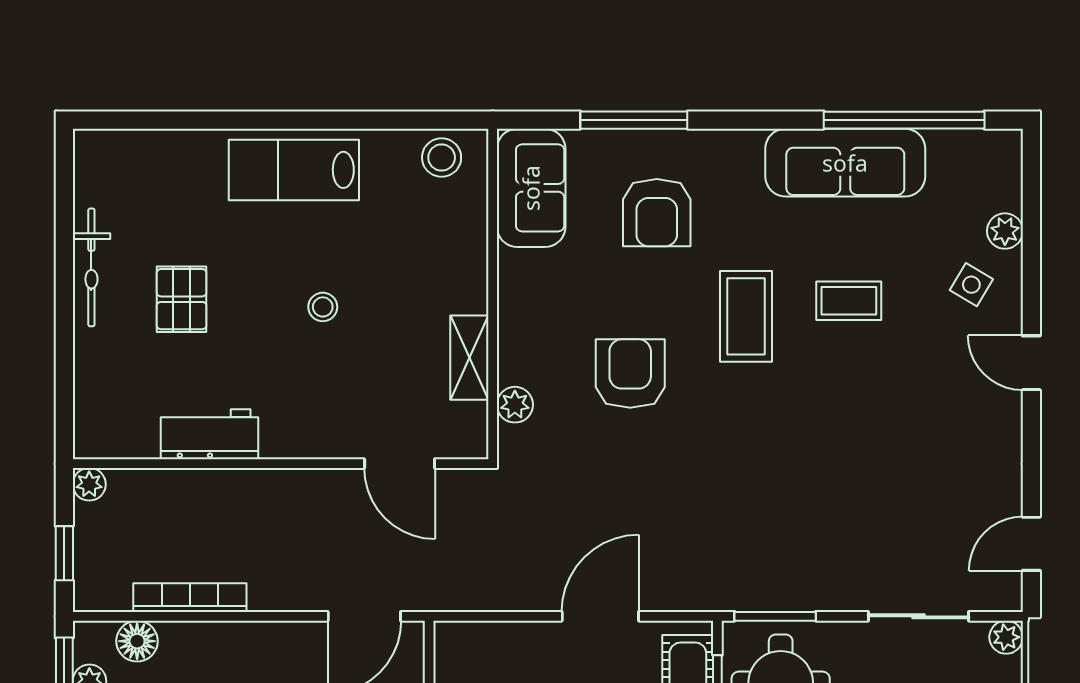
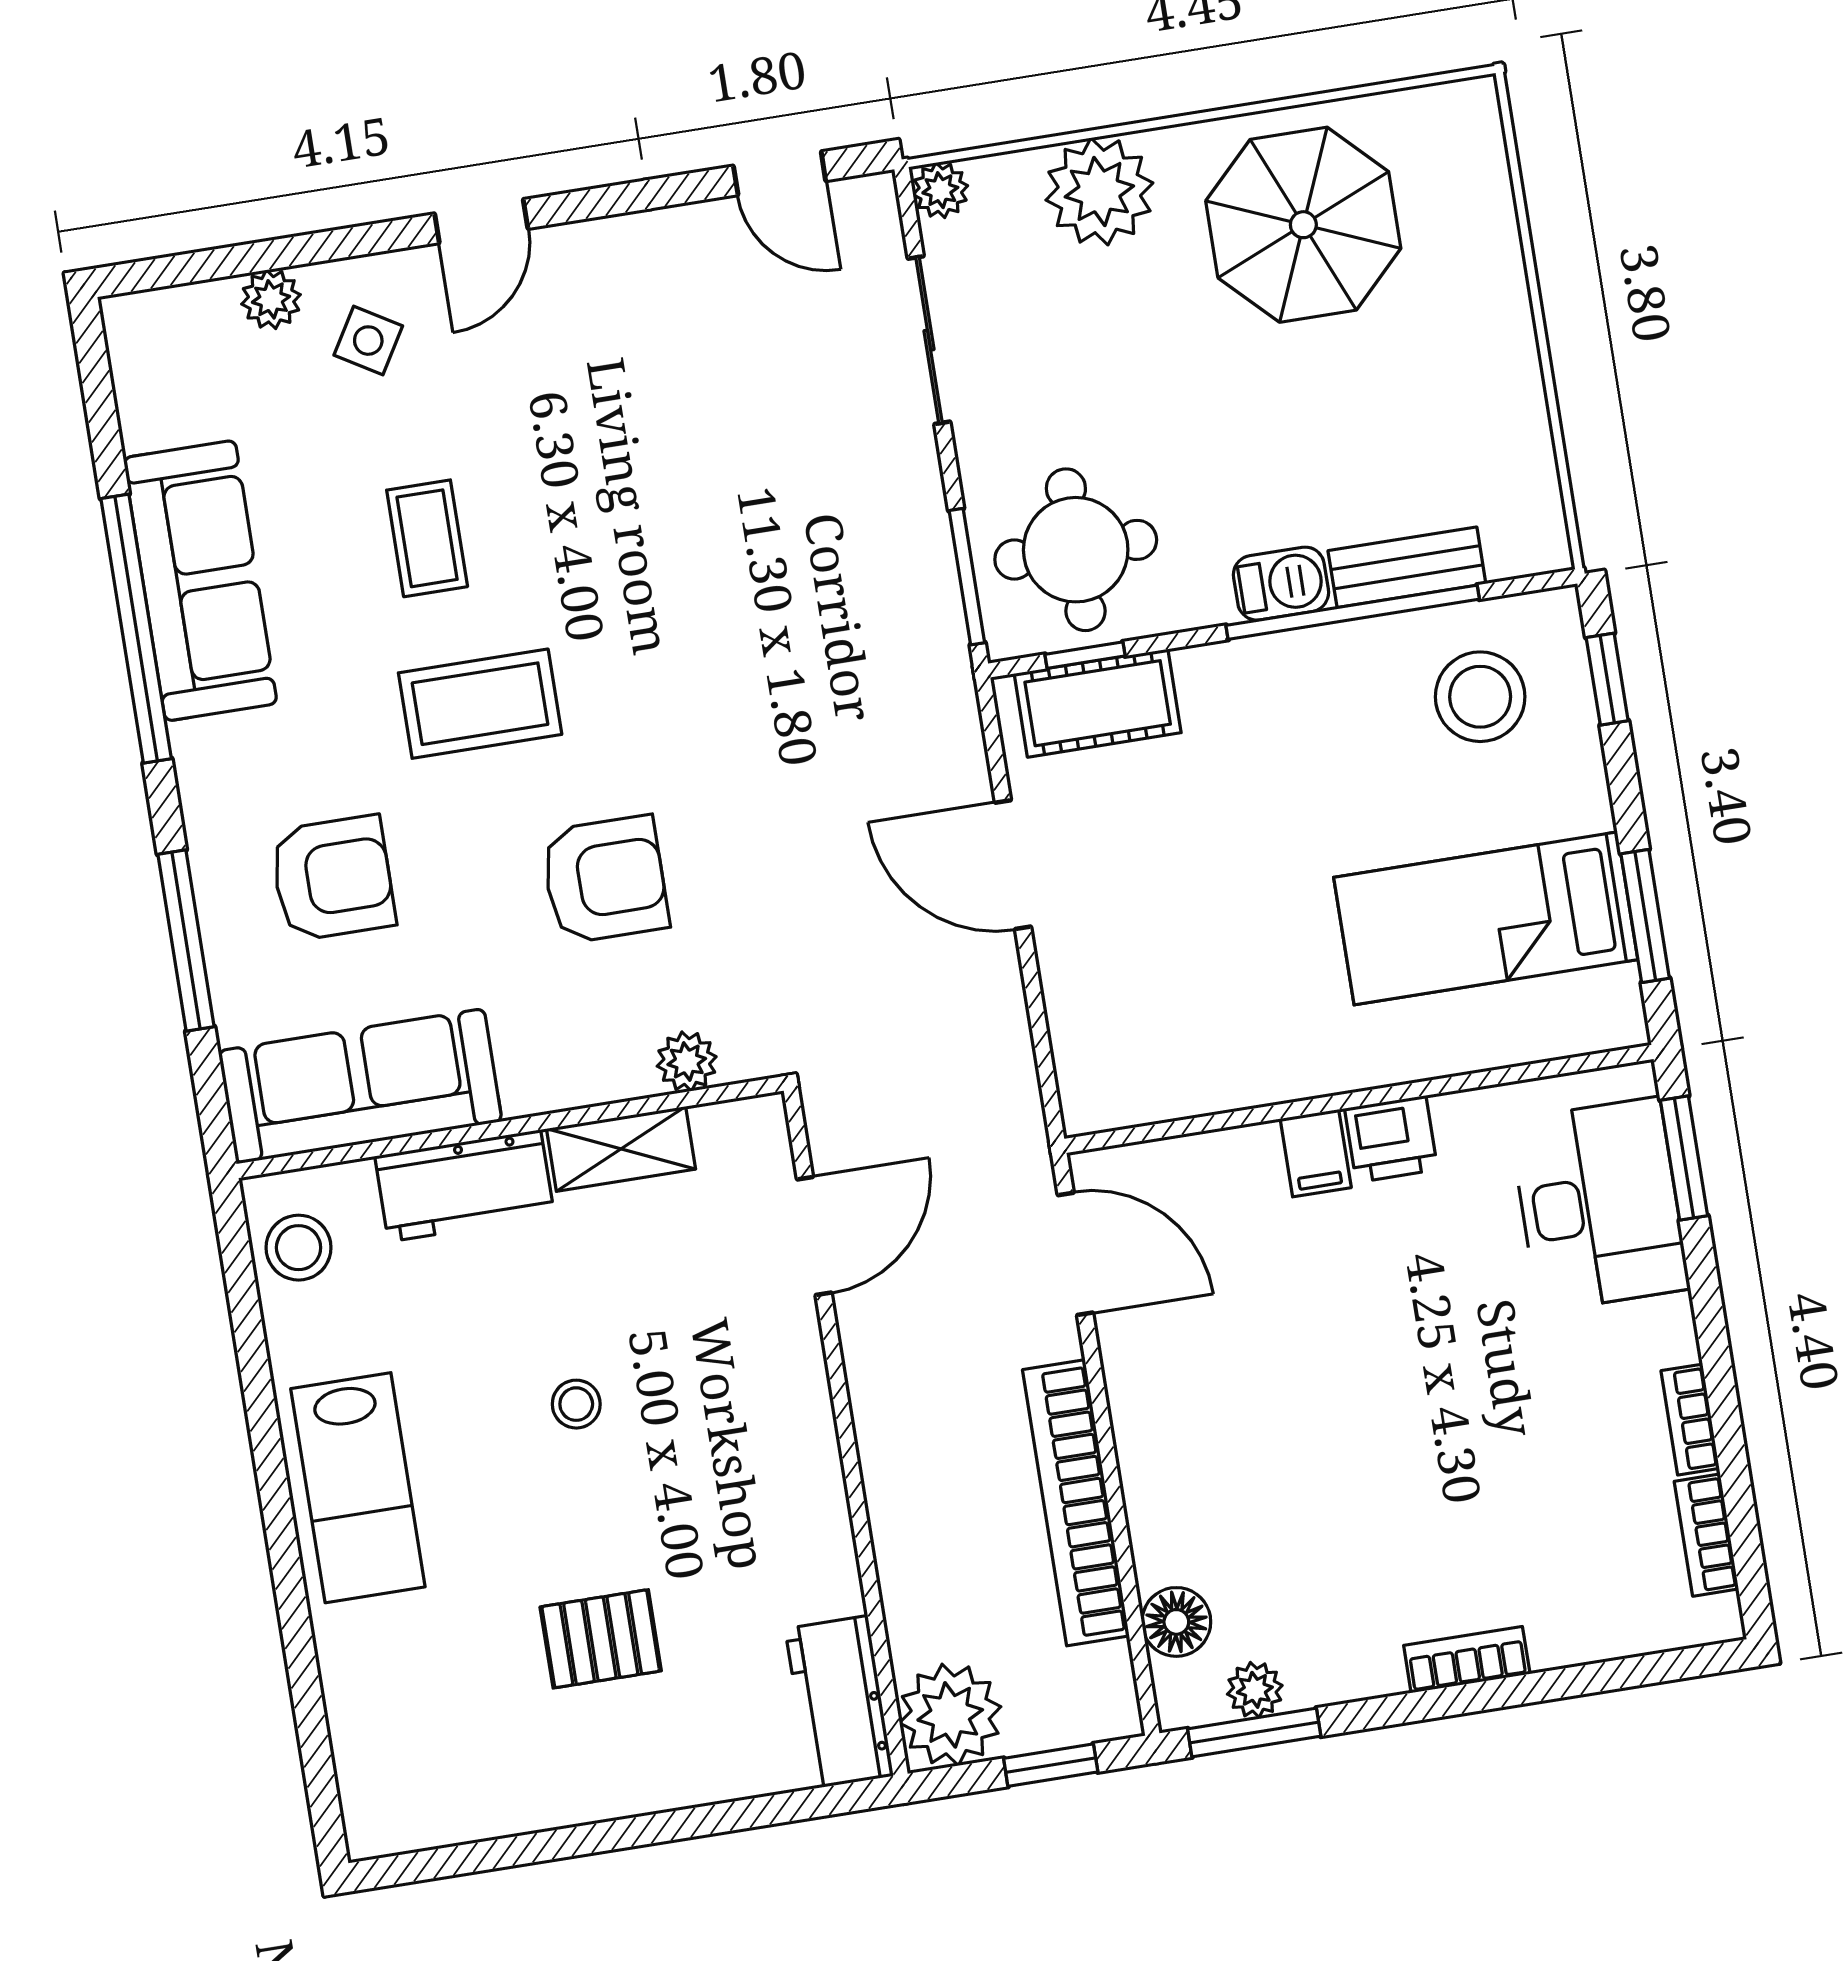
window: (904, 120) -> (136, 629), moved
sofa: (531, 188) -> (360, 1086), width x1.36
workbench: (462, 262) -> (465, 1186), added
bicycle: (91, 267) -> (572, 1796), removed
armchair: (630, 374) -> (605, 880), turned 180
workbench: (209, 434) -> (839, 1702), moved
plant: (89, 484) -> (950, 1715), width x1.88, depth x1.88
bookcase: (190, 598) -> (1076, 1503), width x1.48, depth x1.31

